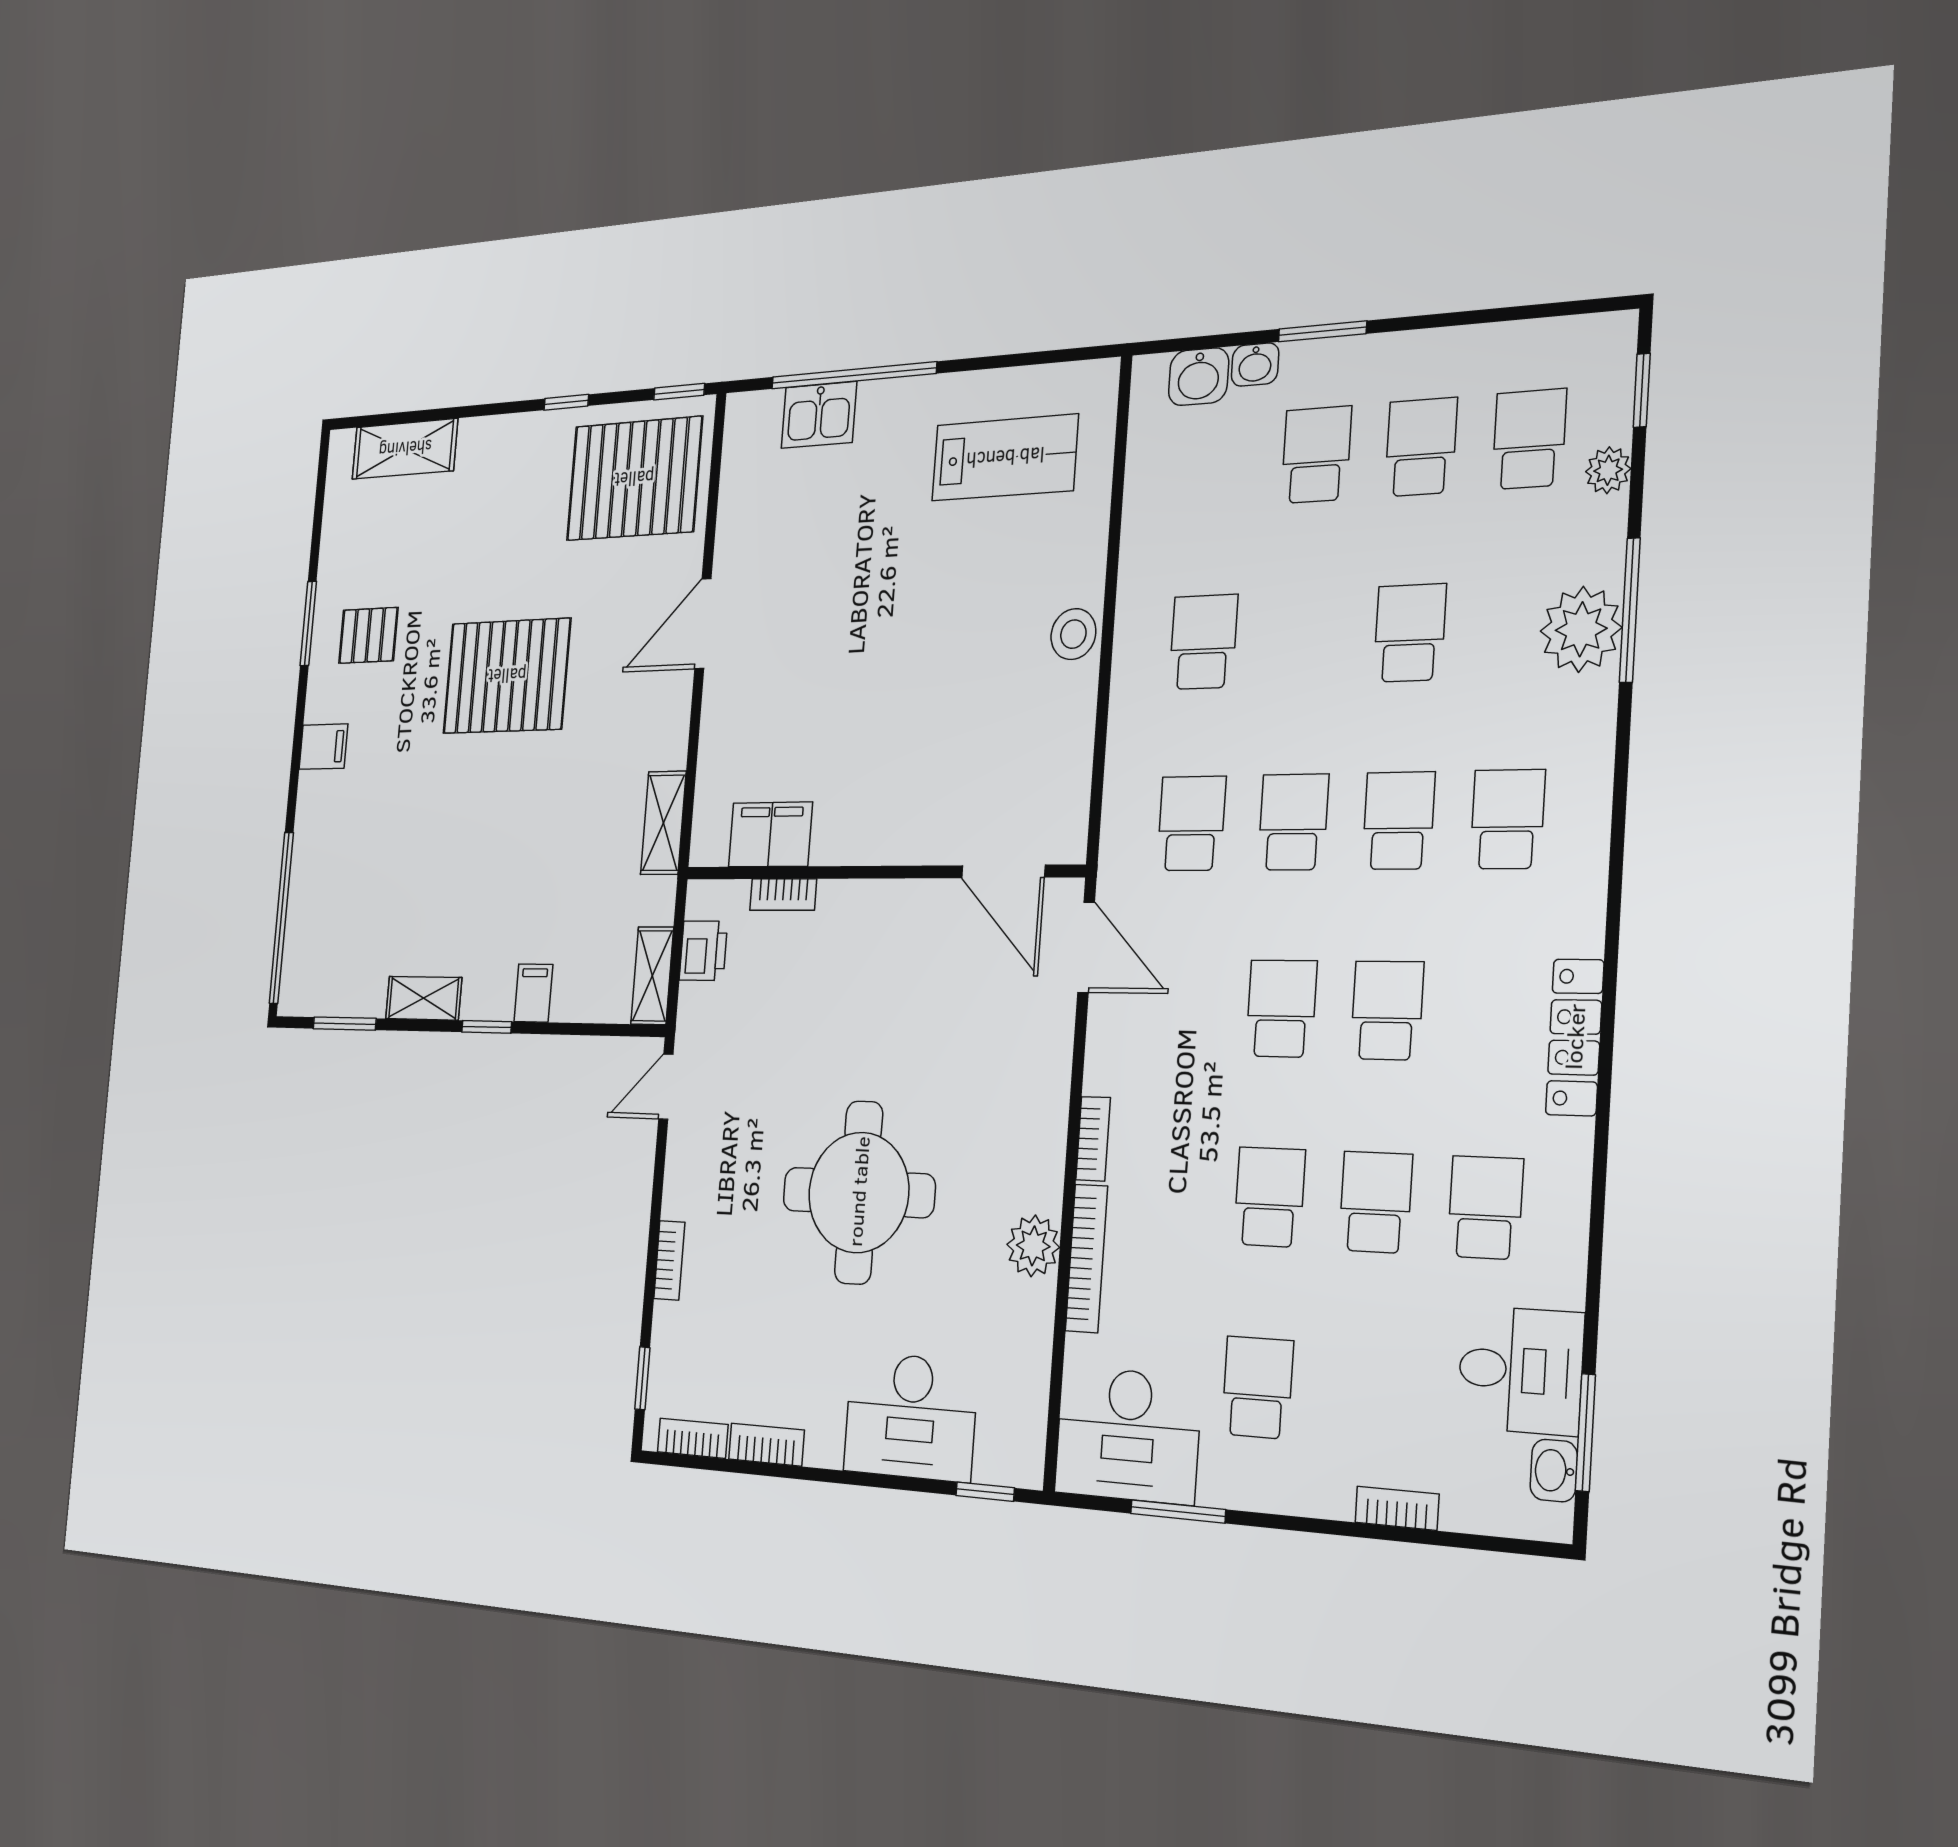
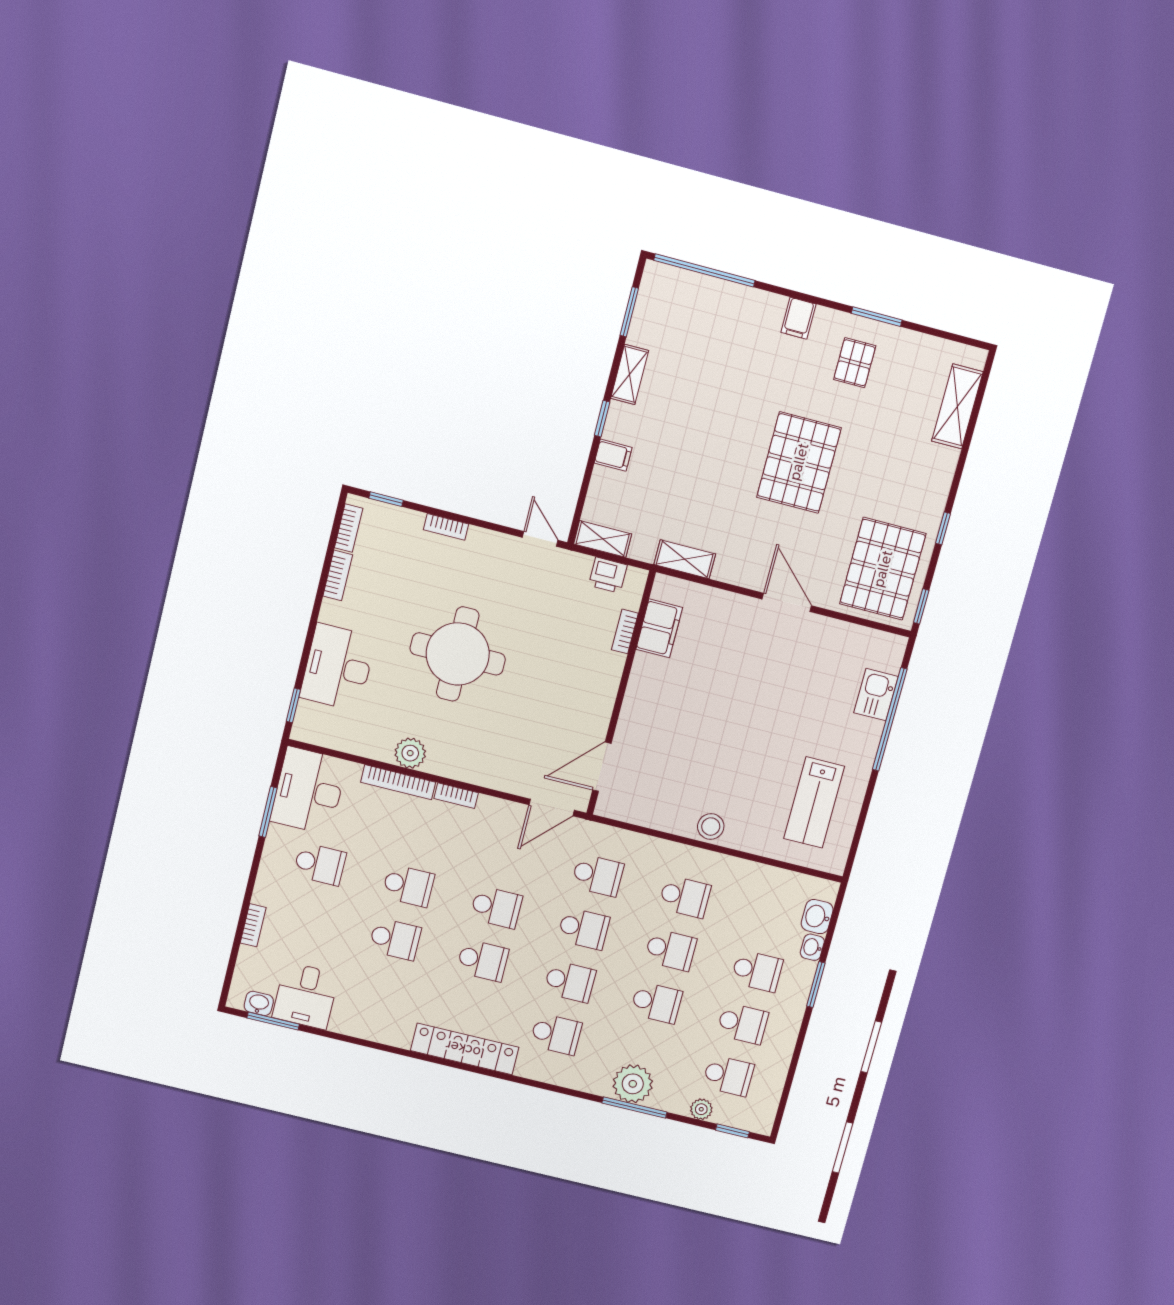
locker: (1575, 1037) -> (465, 1049), width x1.41, depth x1.21
school desk: (1485, 1208) -> (671, 950), moved

